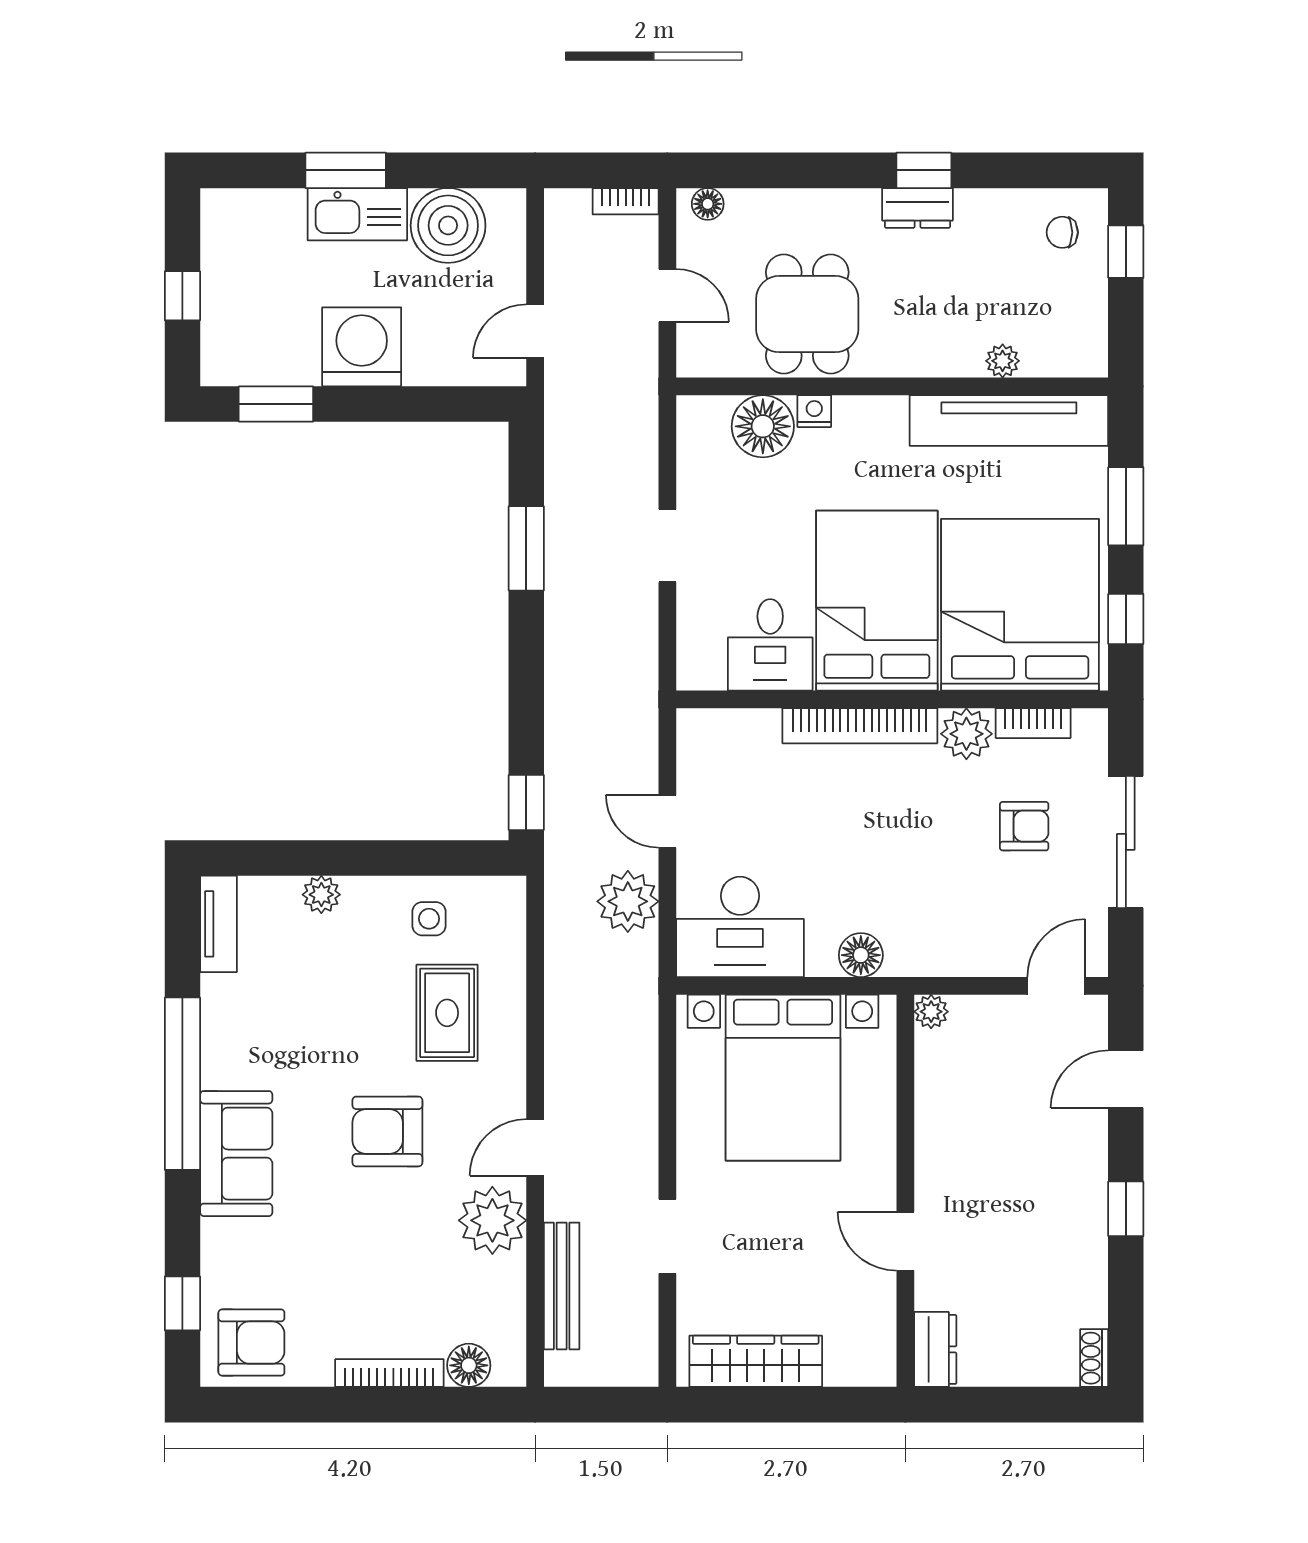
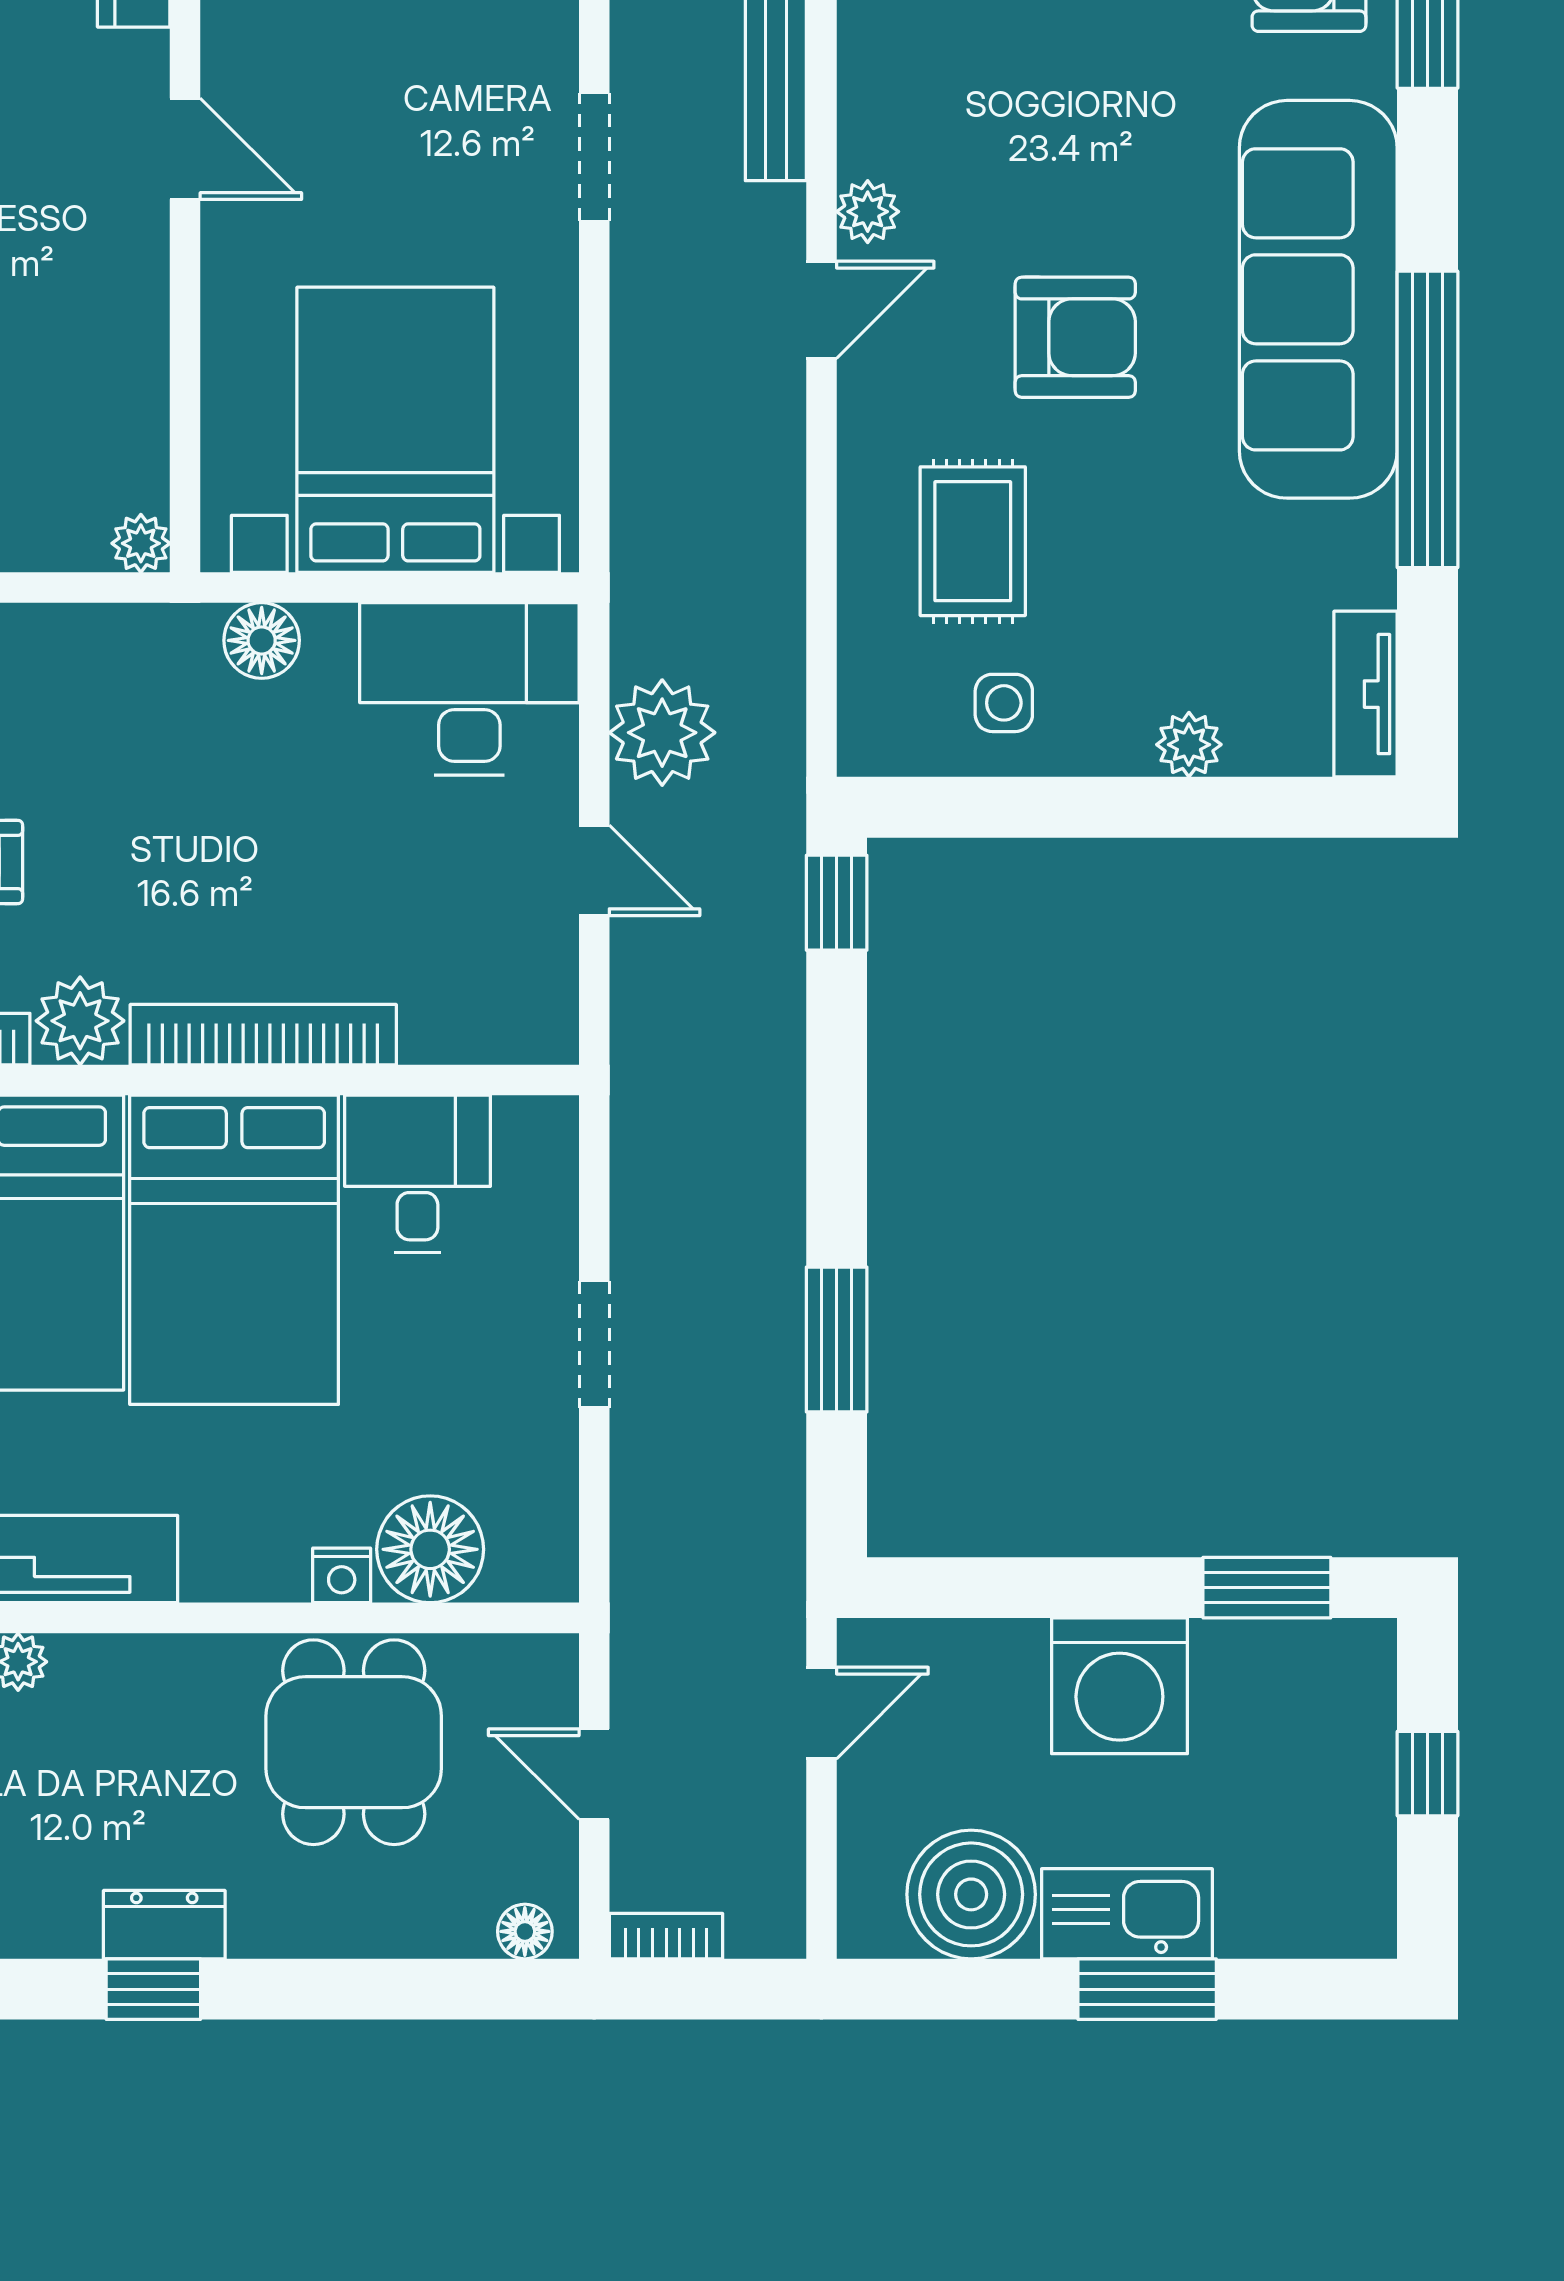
sofa: (236, 1154) -> (1318, 299), width x1.85, depth x1.27
plant: (492, 1220) -> (868, 212), width x0.53, depth x0.53

